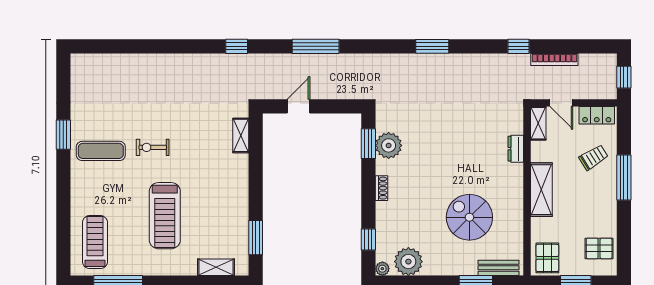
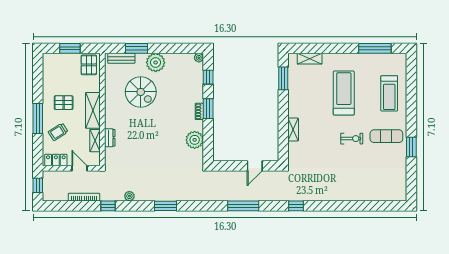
plant: (486, 61) -> (129, 196), added
shelving: (538, 123) -> (95, 141), moved
shelving: (241, 135) -> (293, 130), moved
window: (368, 144) -> (208, 109), moved
treadmill: (95, 242) -> (389, 93), moved
pallet: (599, 248) -> (64, 103), moved
plant: (408, 262) -> (156, 62), moved

